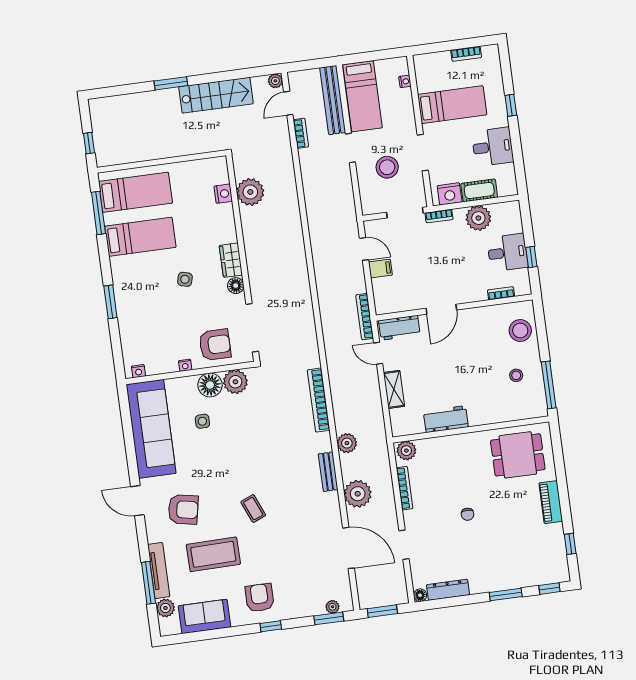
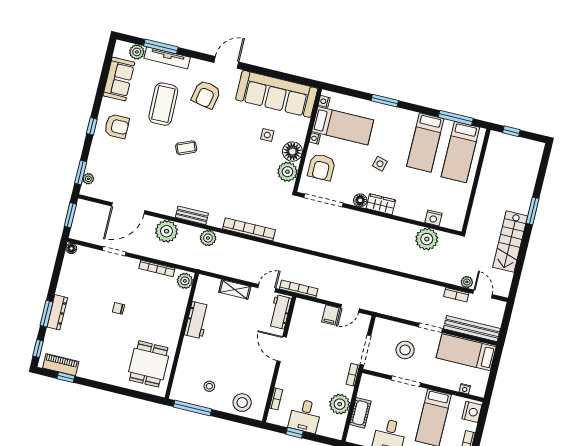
plant: (275, 81) -> (467, 282), moved
nightstand: (450, 194) -> (472, 412), moved, turned 180
bed: (158, 339) -> (343, 126), added
piano: (551, 502) -> (61, 365), moved
dresser: (448, 590) -> (57, 312), moved

